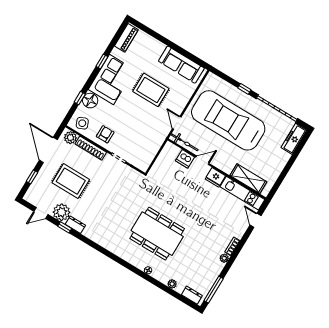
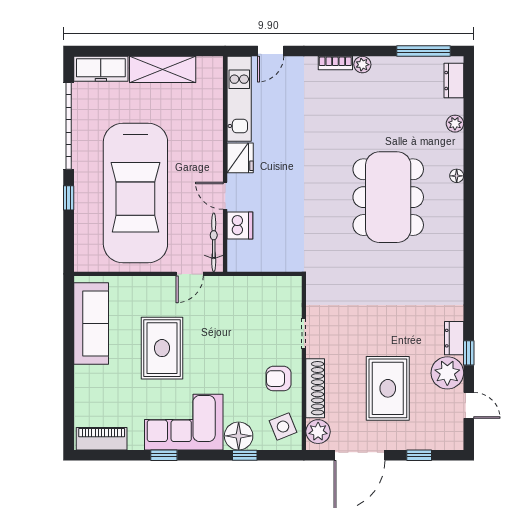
shelving: (248, 179) -> (163, 69), moved, turned 90

